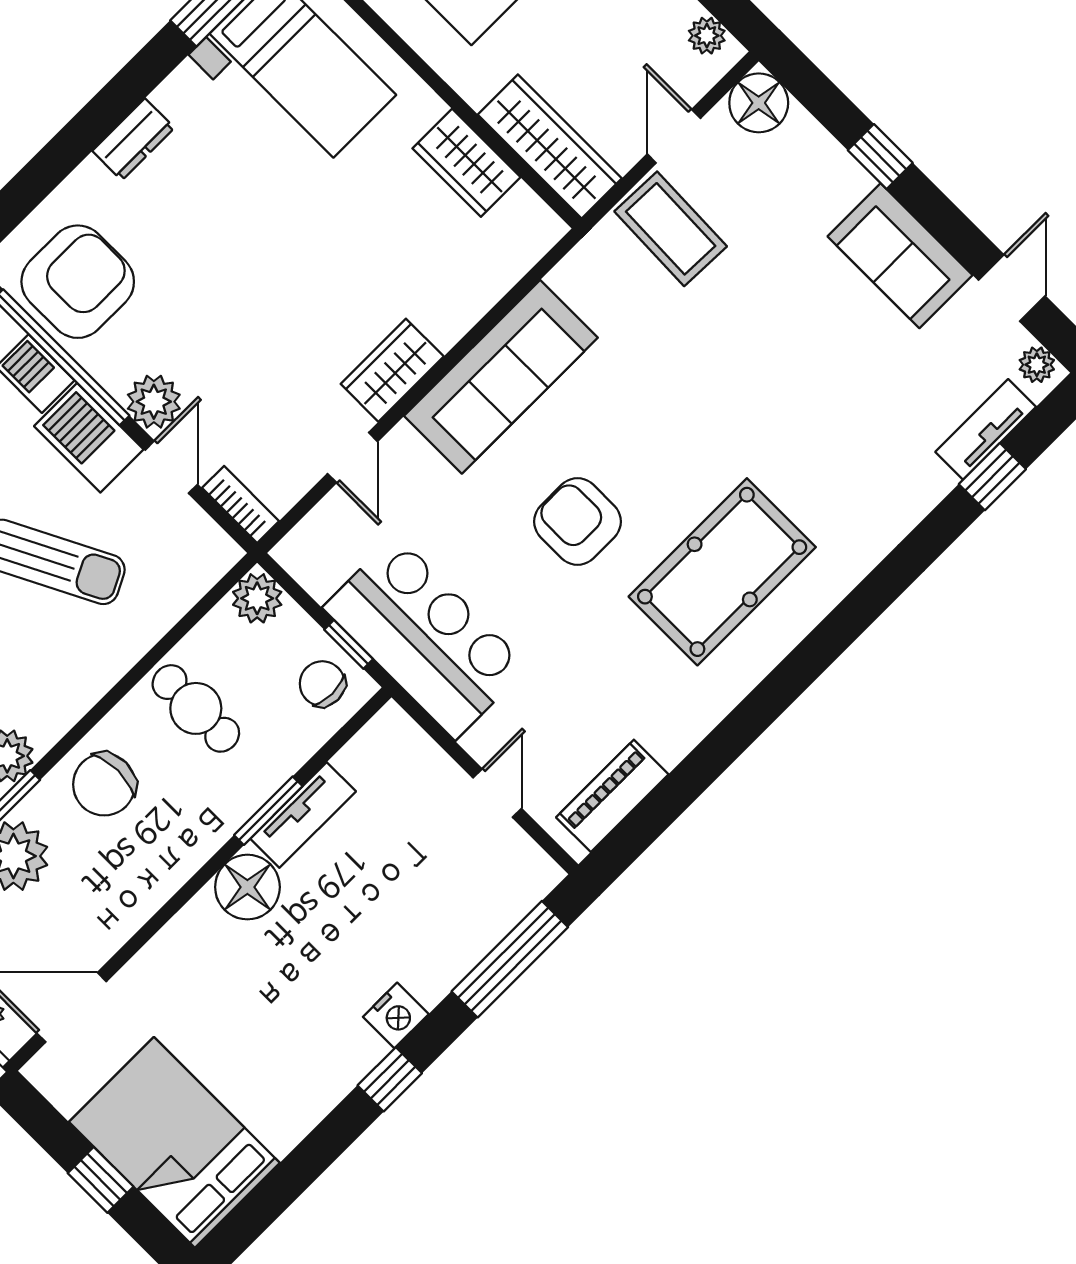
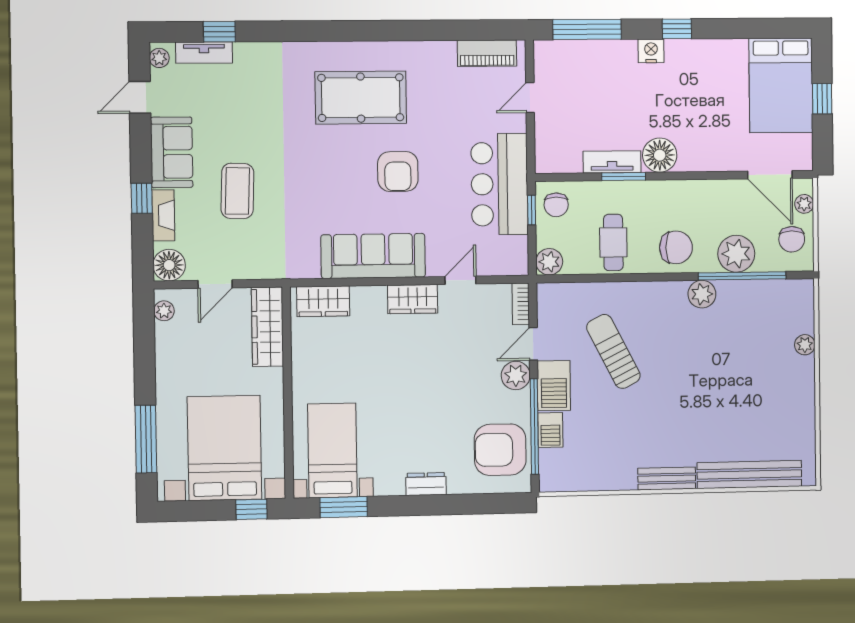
fireplace: (830, 161) -> (163, 215), added
wardrobe: (466, 163) -> (323, 301), moved, turned 90
coffee table: (671, 229) -> (237, 191), moved

